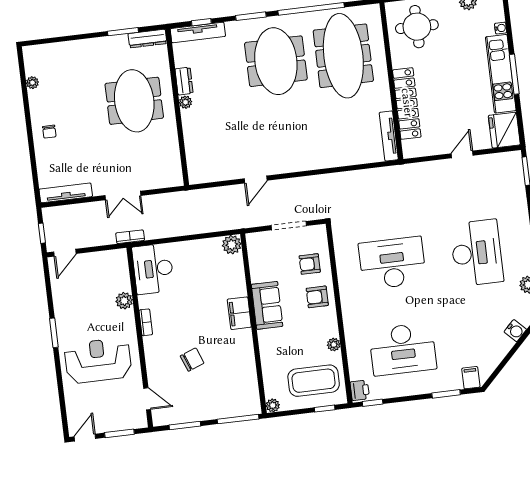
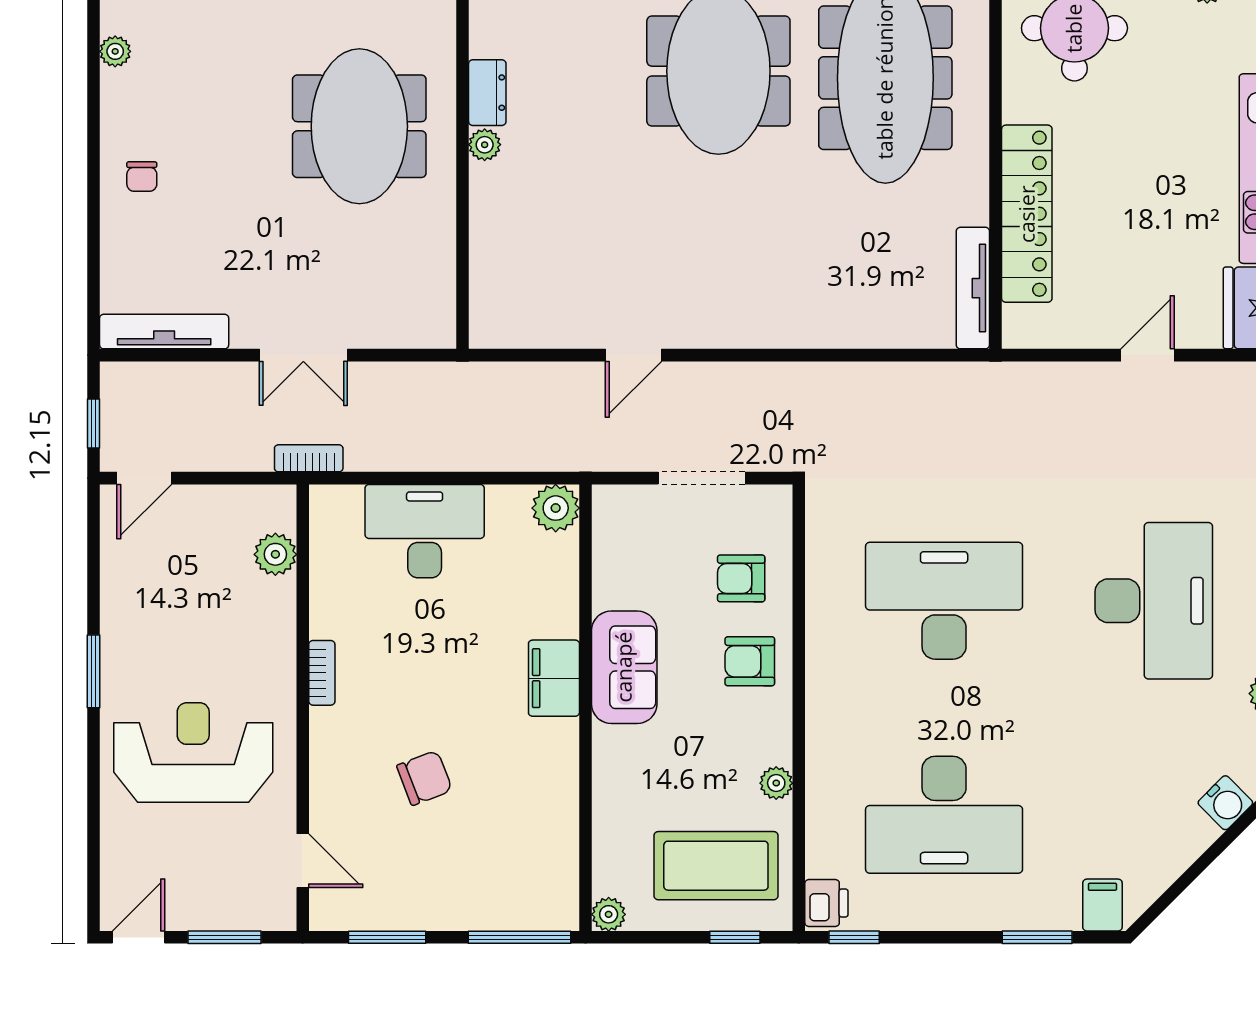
desk: (153, 269) -> (425, 531), moved, turned 90
plant: (124, 301) -> (275, 554), moved

